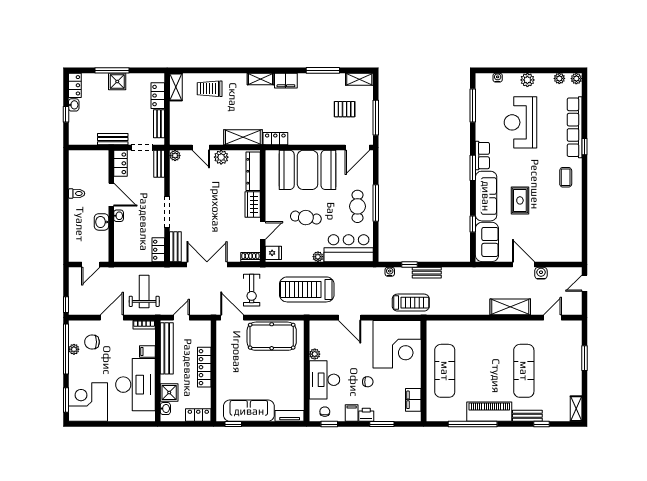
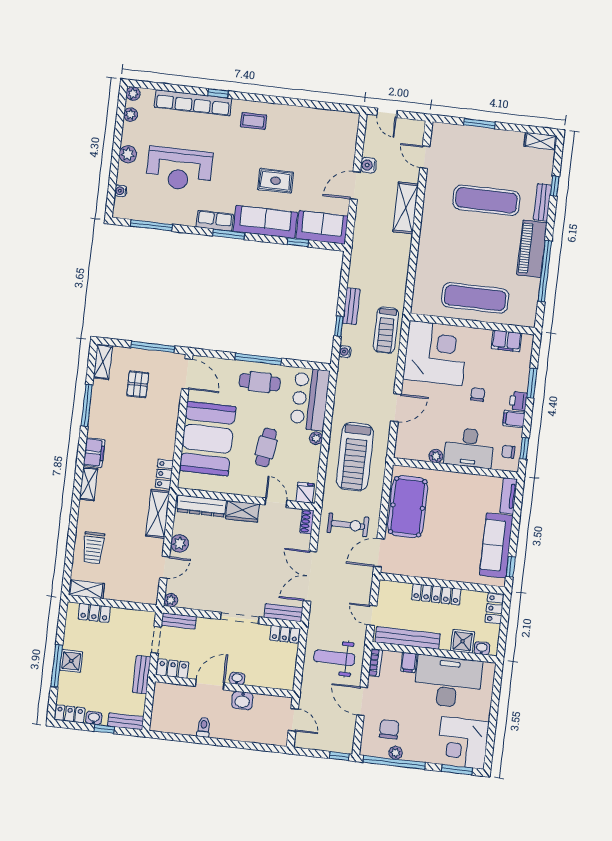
bench: (159, 124) -> (126, 721), moved
treadmill: (411, 303) -> (386, 330), turned 180
chair: (92, 342) -> (389, 729), turned 180

